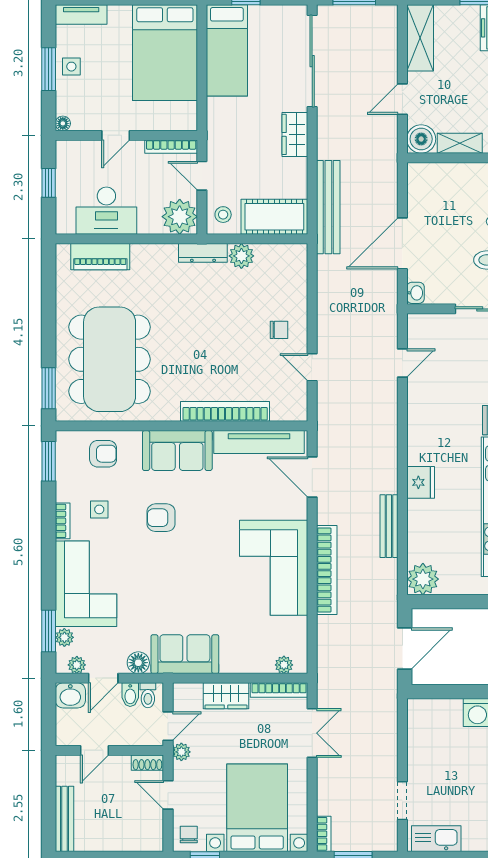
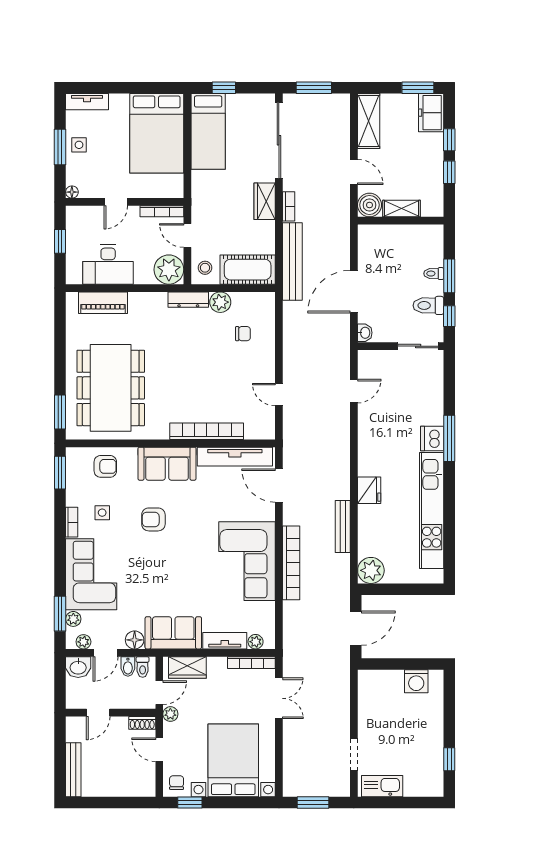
door: (402, 99) -> (354, 172), swing flipped
chair: (279, 330) -> (243, 334), moved
tv unit: (247, 664) -> (225, 641), added
wardrobe: (226, 696) -> (187, 667), moved
bookcase: (324, 834) -> (289, 206), moved

